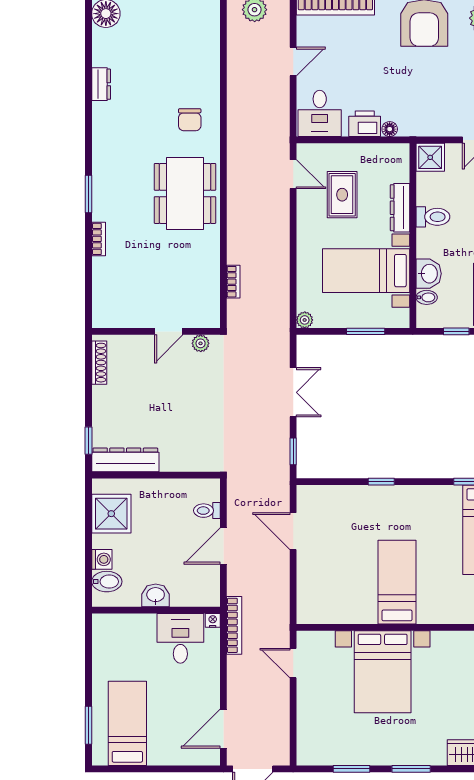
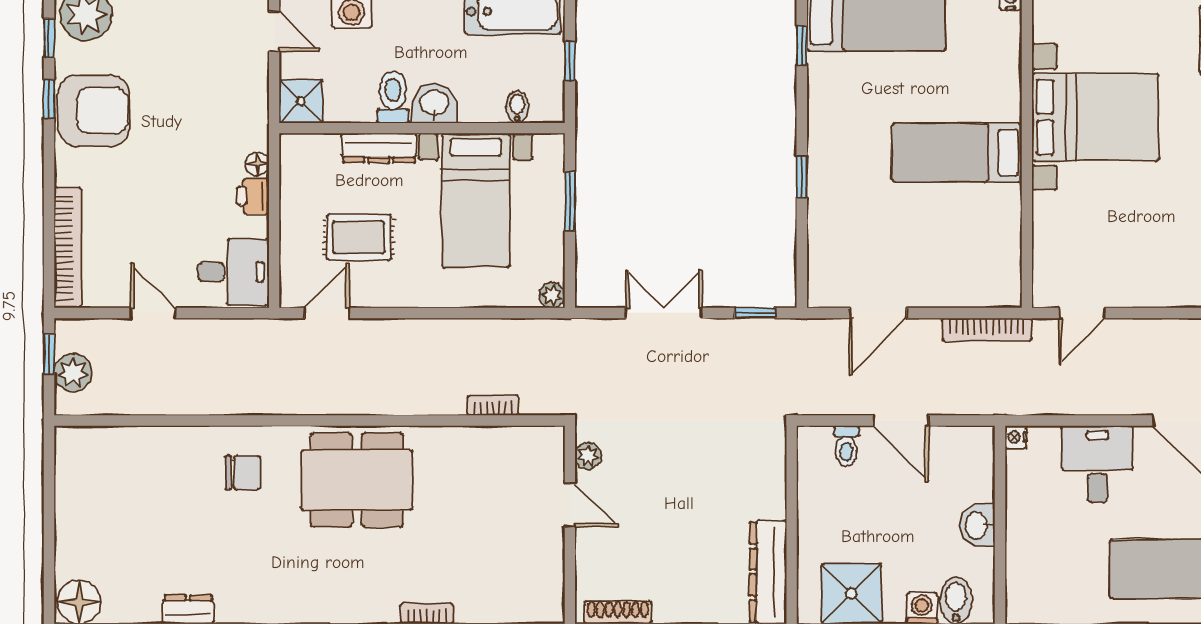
printer: (365, 124) -> (253, 196), width x0.73, depth x0.81
washbasin: (429, 274) -> (434, 104), moved
bookcase: (234, 625) -> (987, 329), moved, turned 180
desk: (180, 638) -> (1097, 464), moved, turned 90
bed with nightstands: (383, 672) -> (1095, 117), moved

